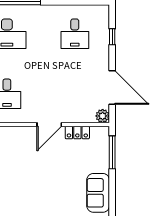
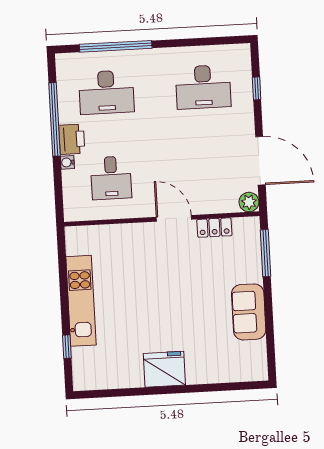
desk: (75, 34) -> (203, 87), width x1.37
door: (49, 124) -> (174, 218), swing flipped

